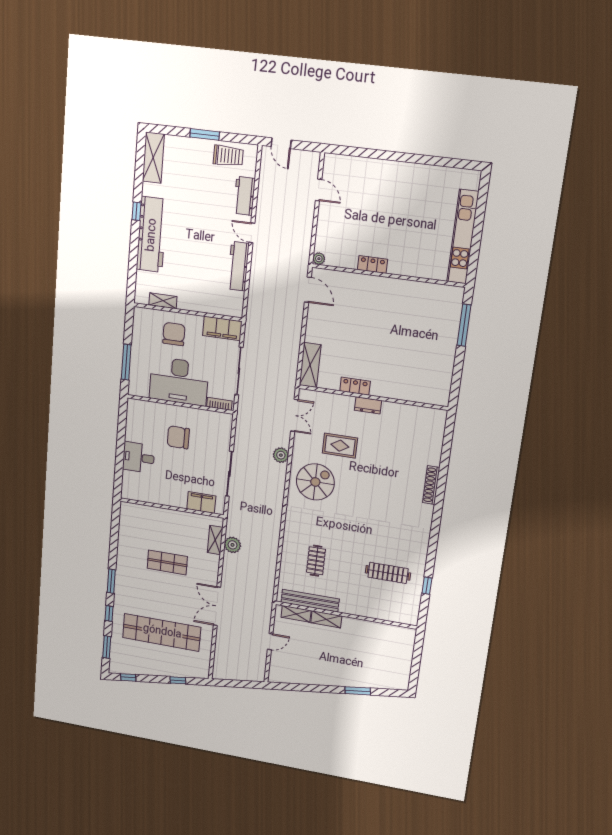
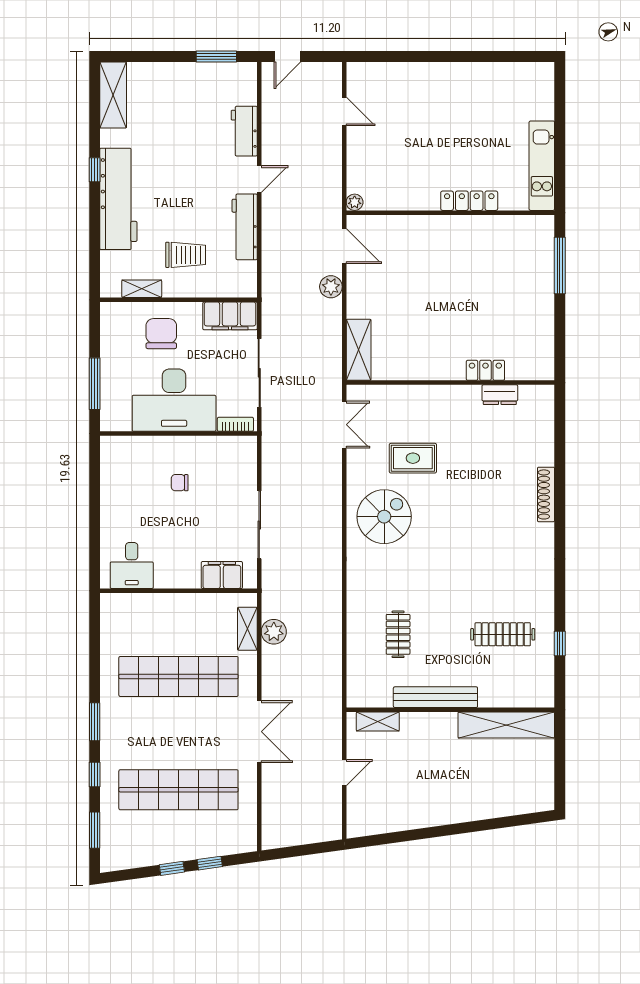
window: (205, 134) -> (216, 56), moved
door: (281, 143) -> (287, 56), hinge flipped
trolley: (228, 156) -> (186, 255), moved
door: (252, 233) -> (259, 179), swing flipped
kitchen unit: (463, 237) -> (542, 166), width x0.73
locker: (372, 264) -> (469, 201), moved, width x1.53
locker: (355, 386) -> (485, 370), moved
dresser: (368, 405) -> (500, 395), moved
chair: (178, 437) -> (180, 483), width x0.54, depth x0.54
plant: (281, 455) -> (331, 287), moved
desk: (139, 458) -> (132, 566), moved, turned -90
shop shelf: (167, 562) -> (178, 676), width x2.00, depth x1.36
bench: (310, 601) -> (435, 697), moved
double door: (217, 606) -> (259, 732), swing flipped
shelving: (326, 619) -> (506, 725), moved, width x2.20, depth x1.33
window: (128, 677) -> (172, 868), moved
window: (358, 691) -> (482, 825), removed

